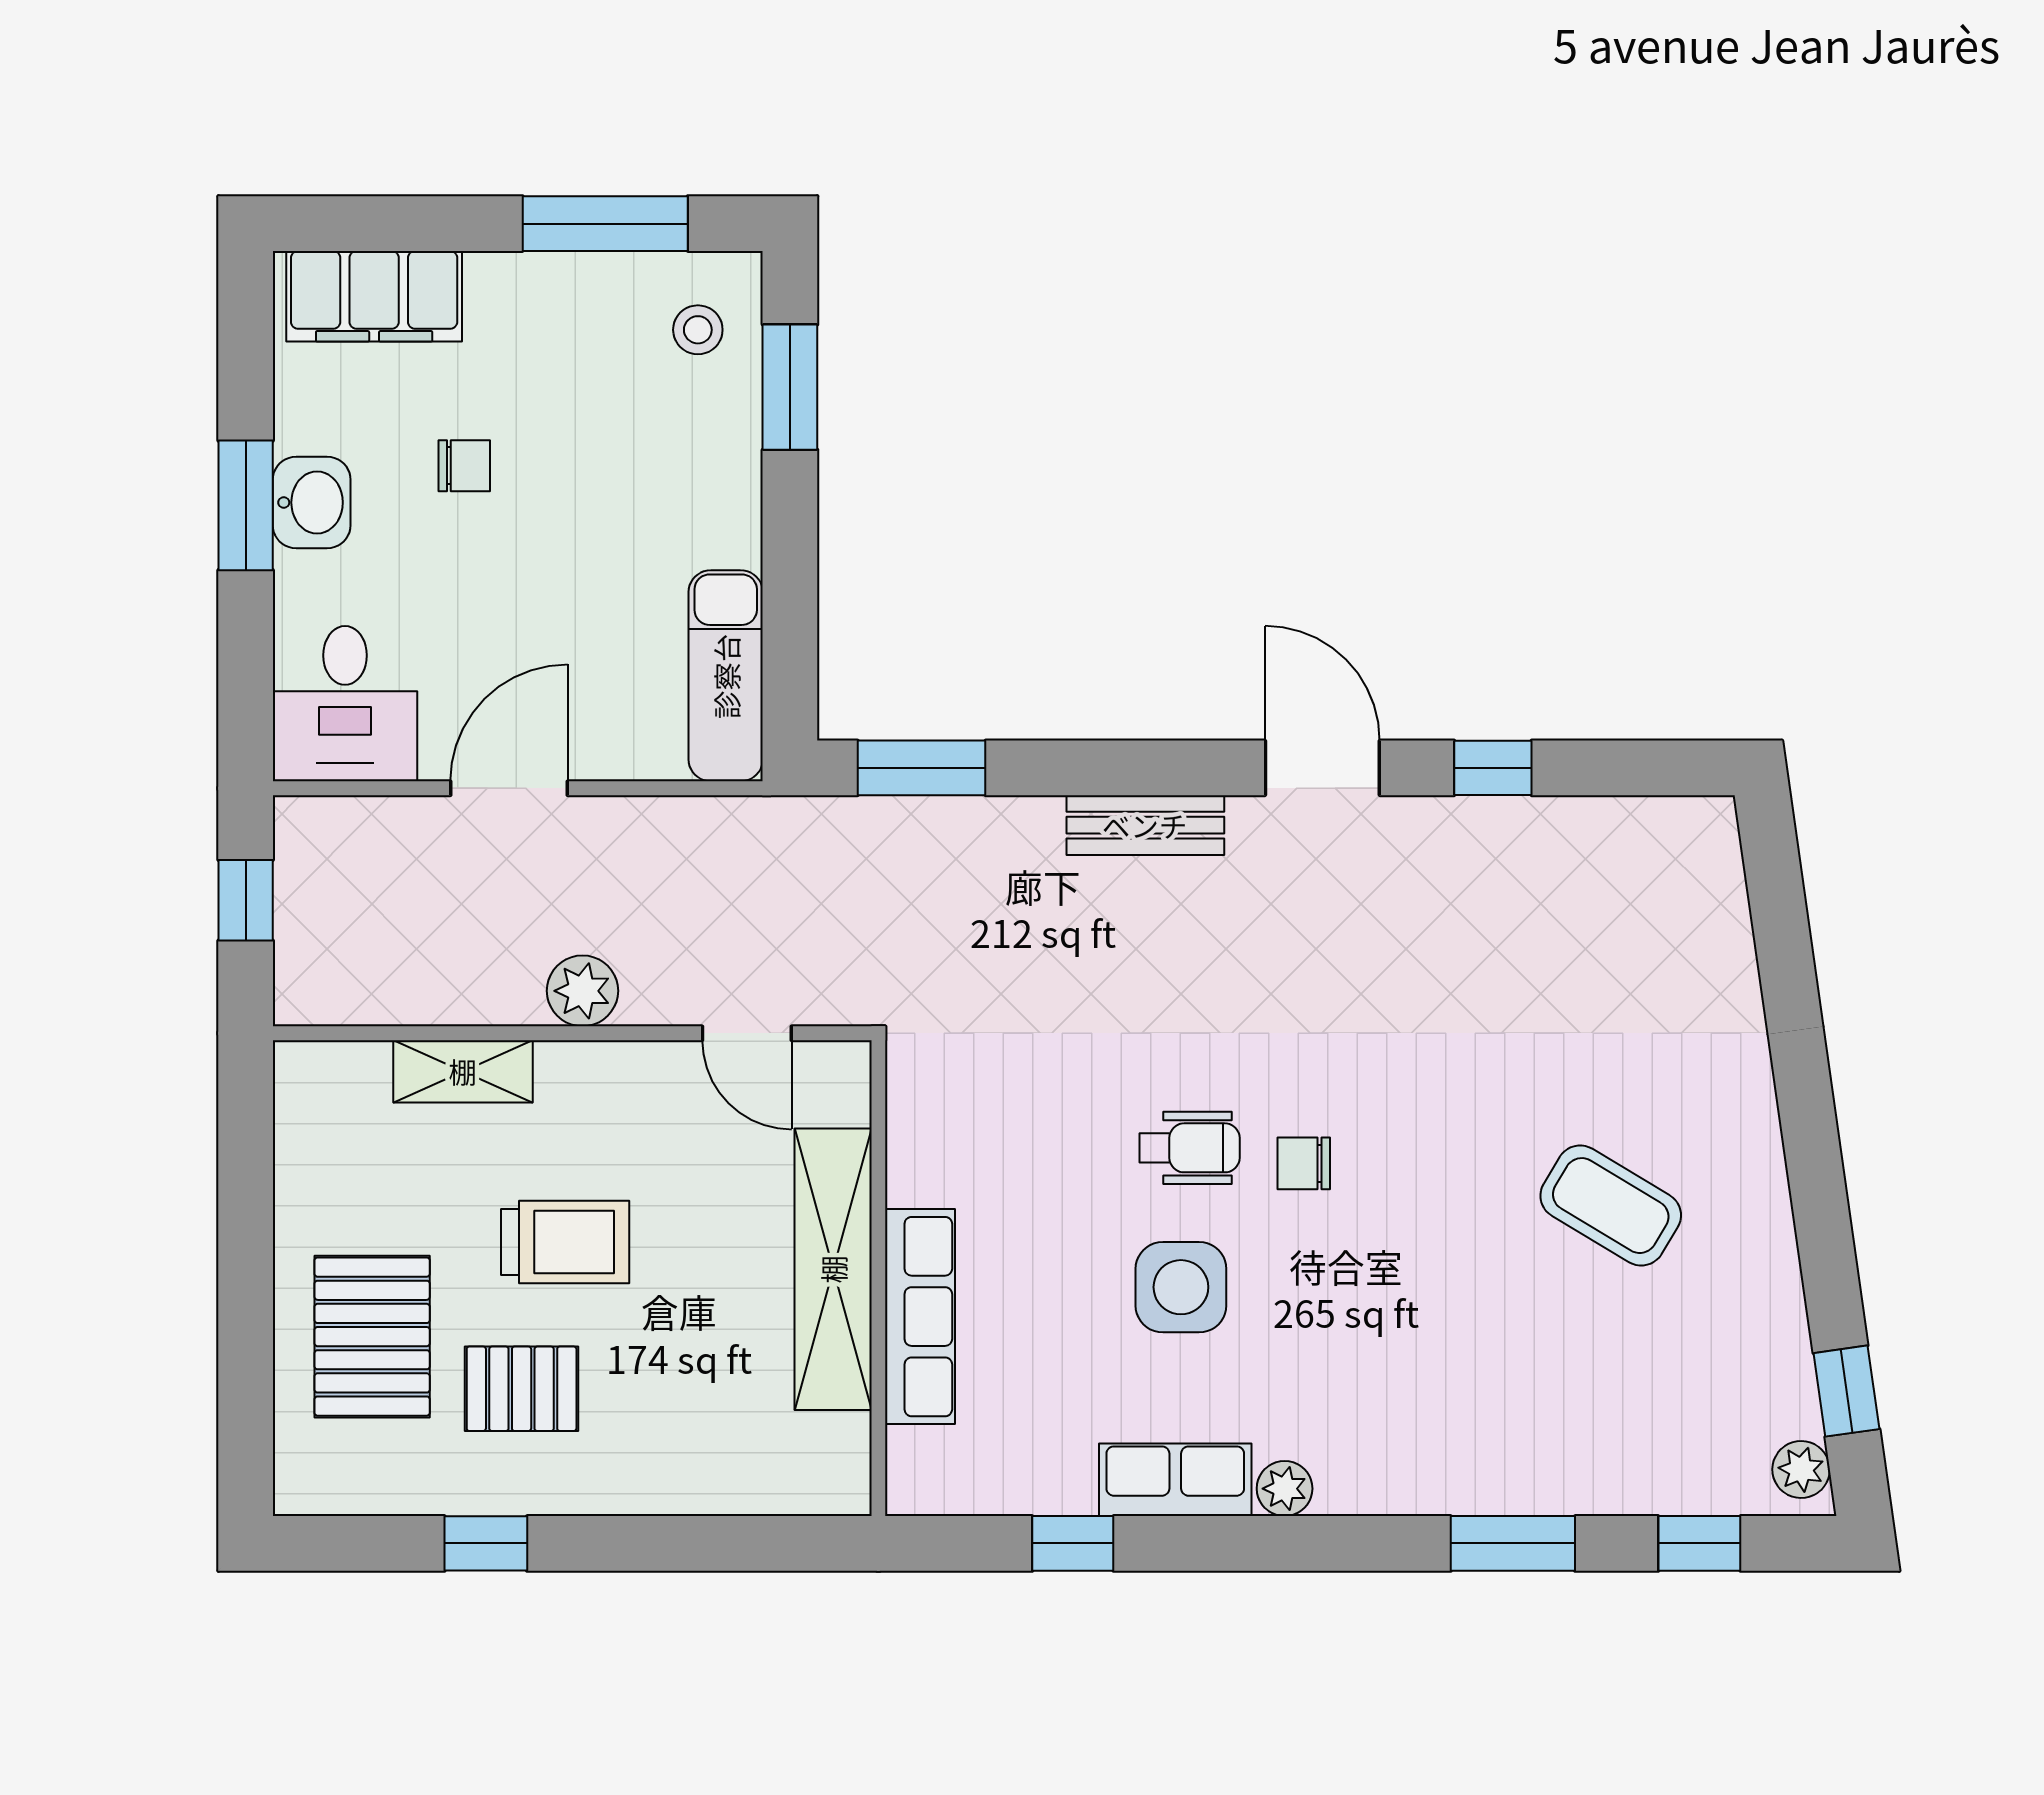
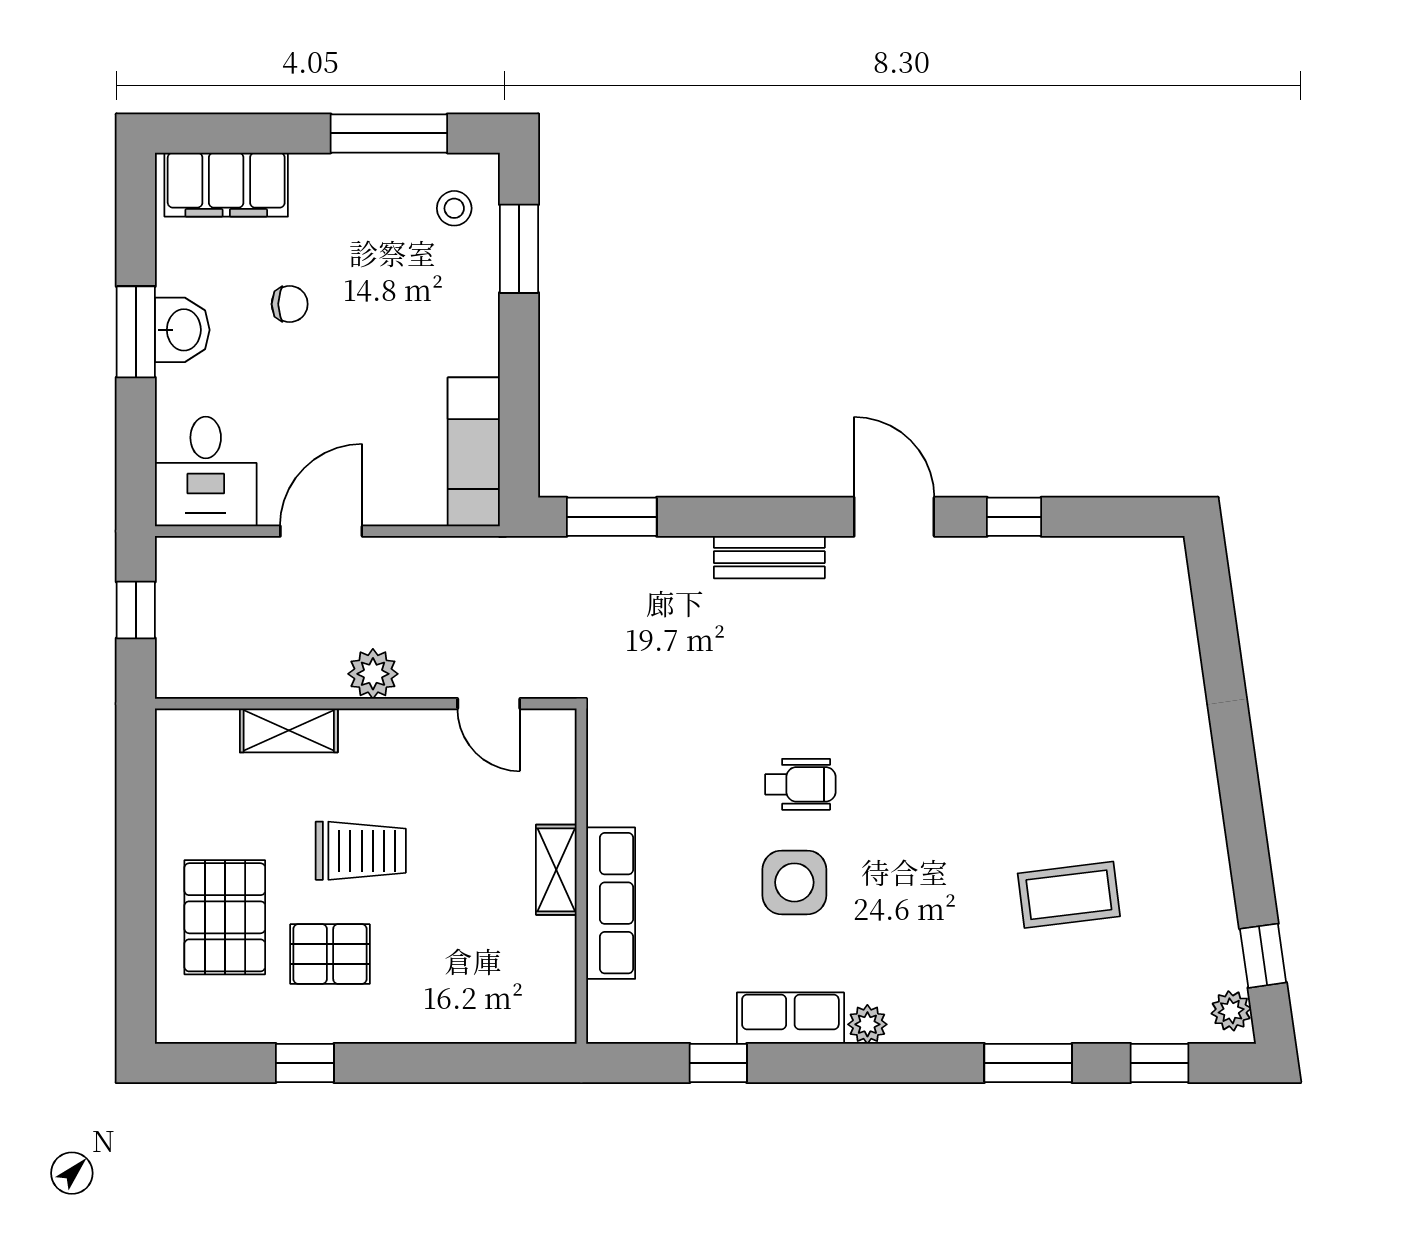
chair: (1304, 1163) -> (881, 795), removed
coffee table: (1611, 1206) -> (1069, 895), moved, turned -38
shelving: (833, 1269) -> (556, 870), width x0.45, depth x0.75

